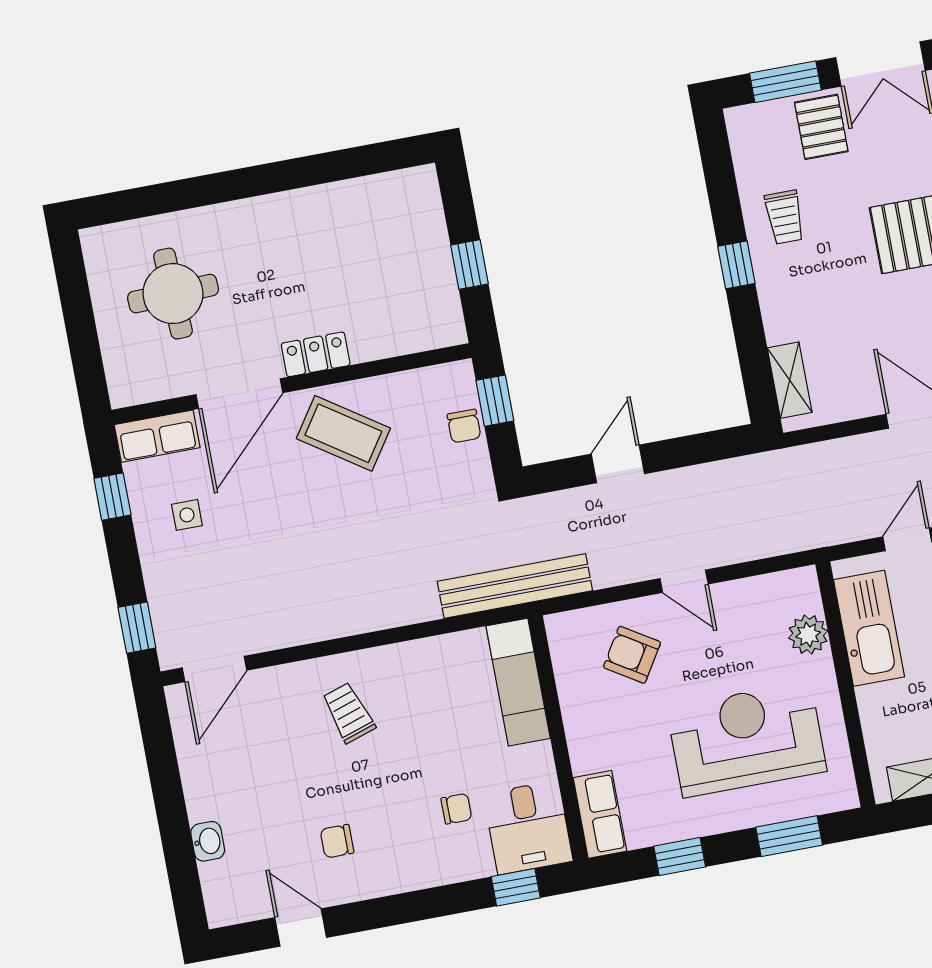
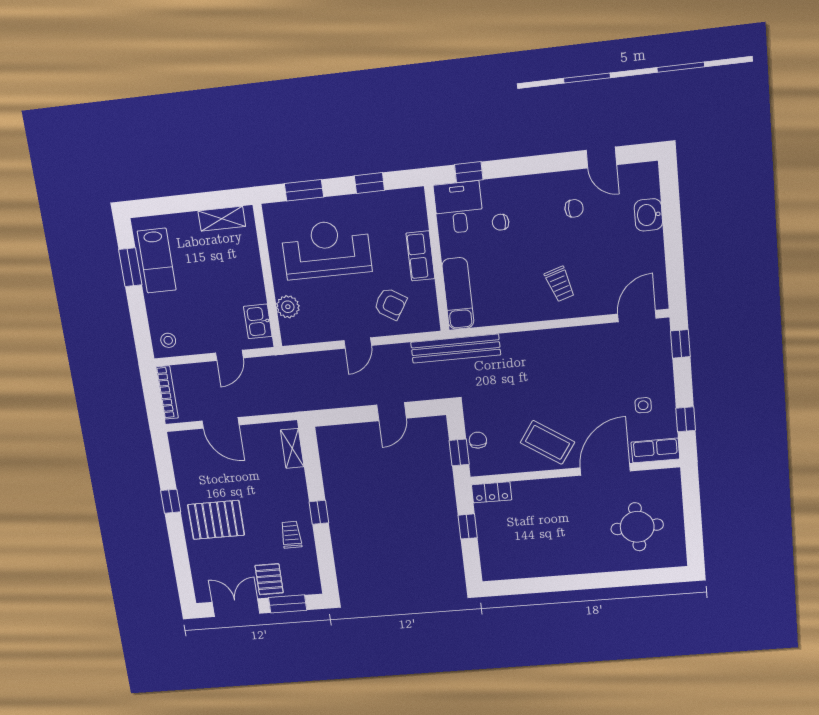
locker: (316, 354) -> (492, 492), moved
door: (684, 581) -> (358, 343), swing flipped
kitchen sink: (869, 628) -> (258, 321), width x0.53, depth x0.81
reception desk: (747, 739) -> (326, 249), turned 180
row of seats: (600, 814) -> (420, 256), moved
washbasin: (208, 841) -> (648, 215), width x1.38, depth x1.45

